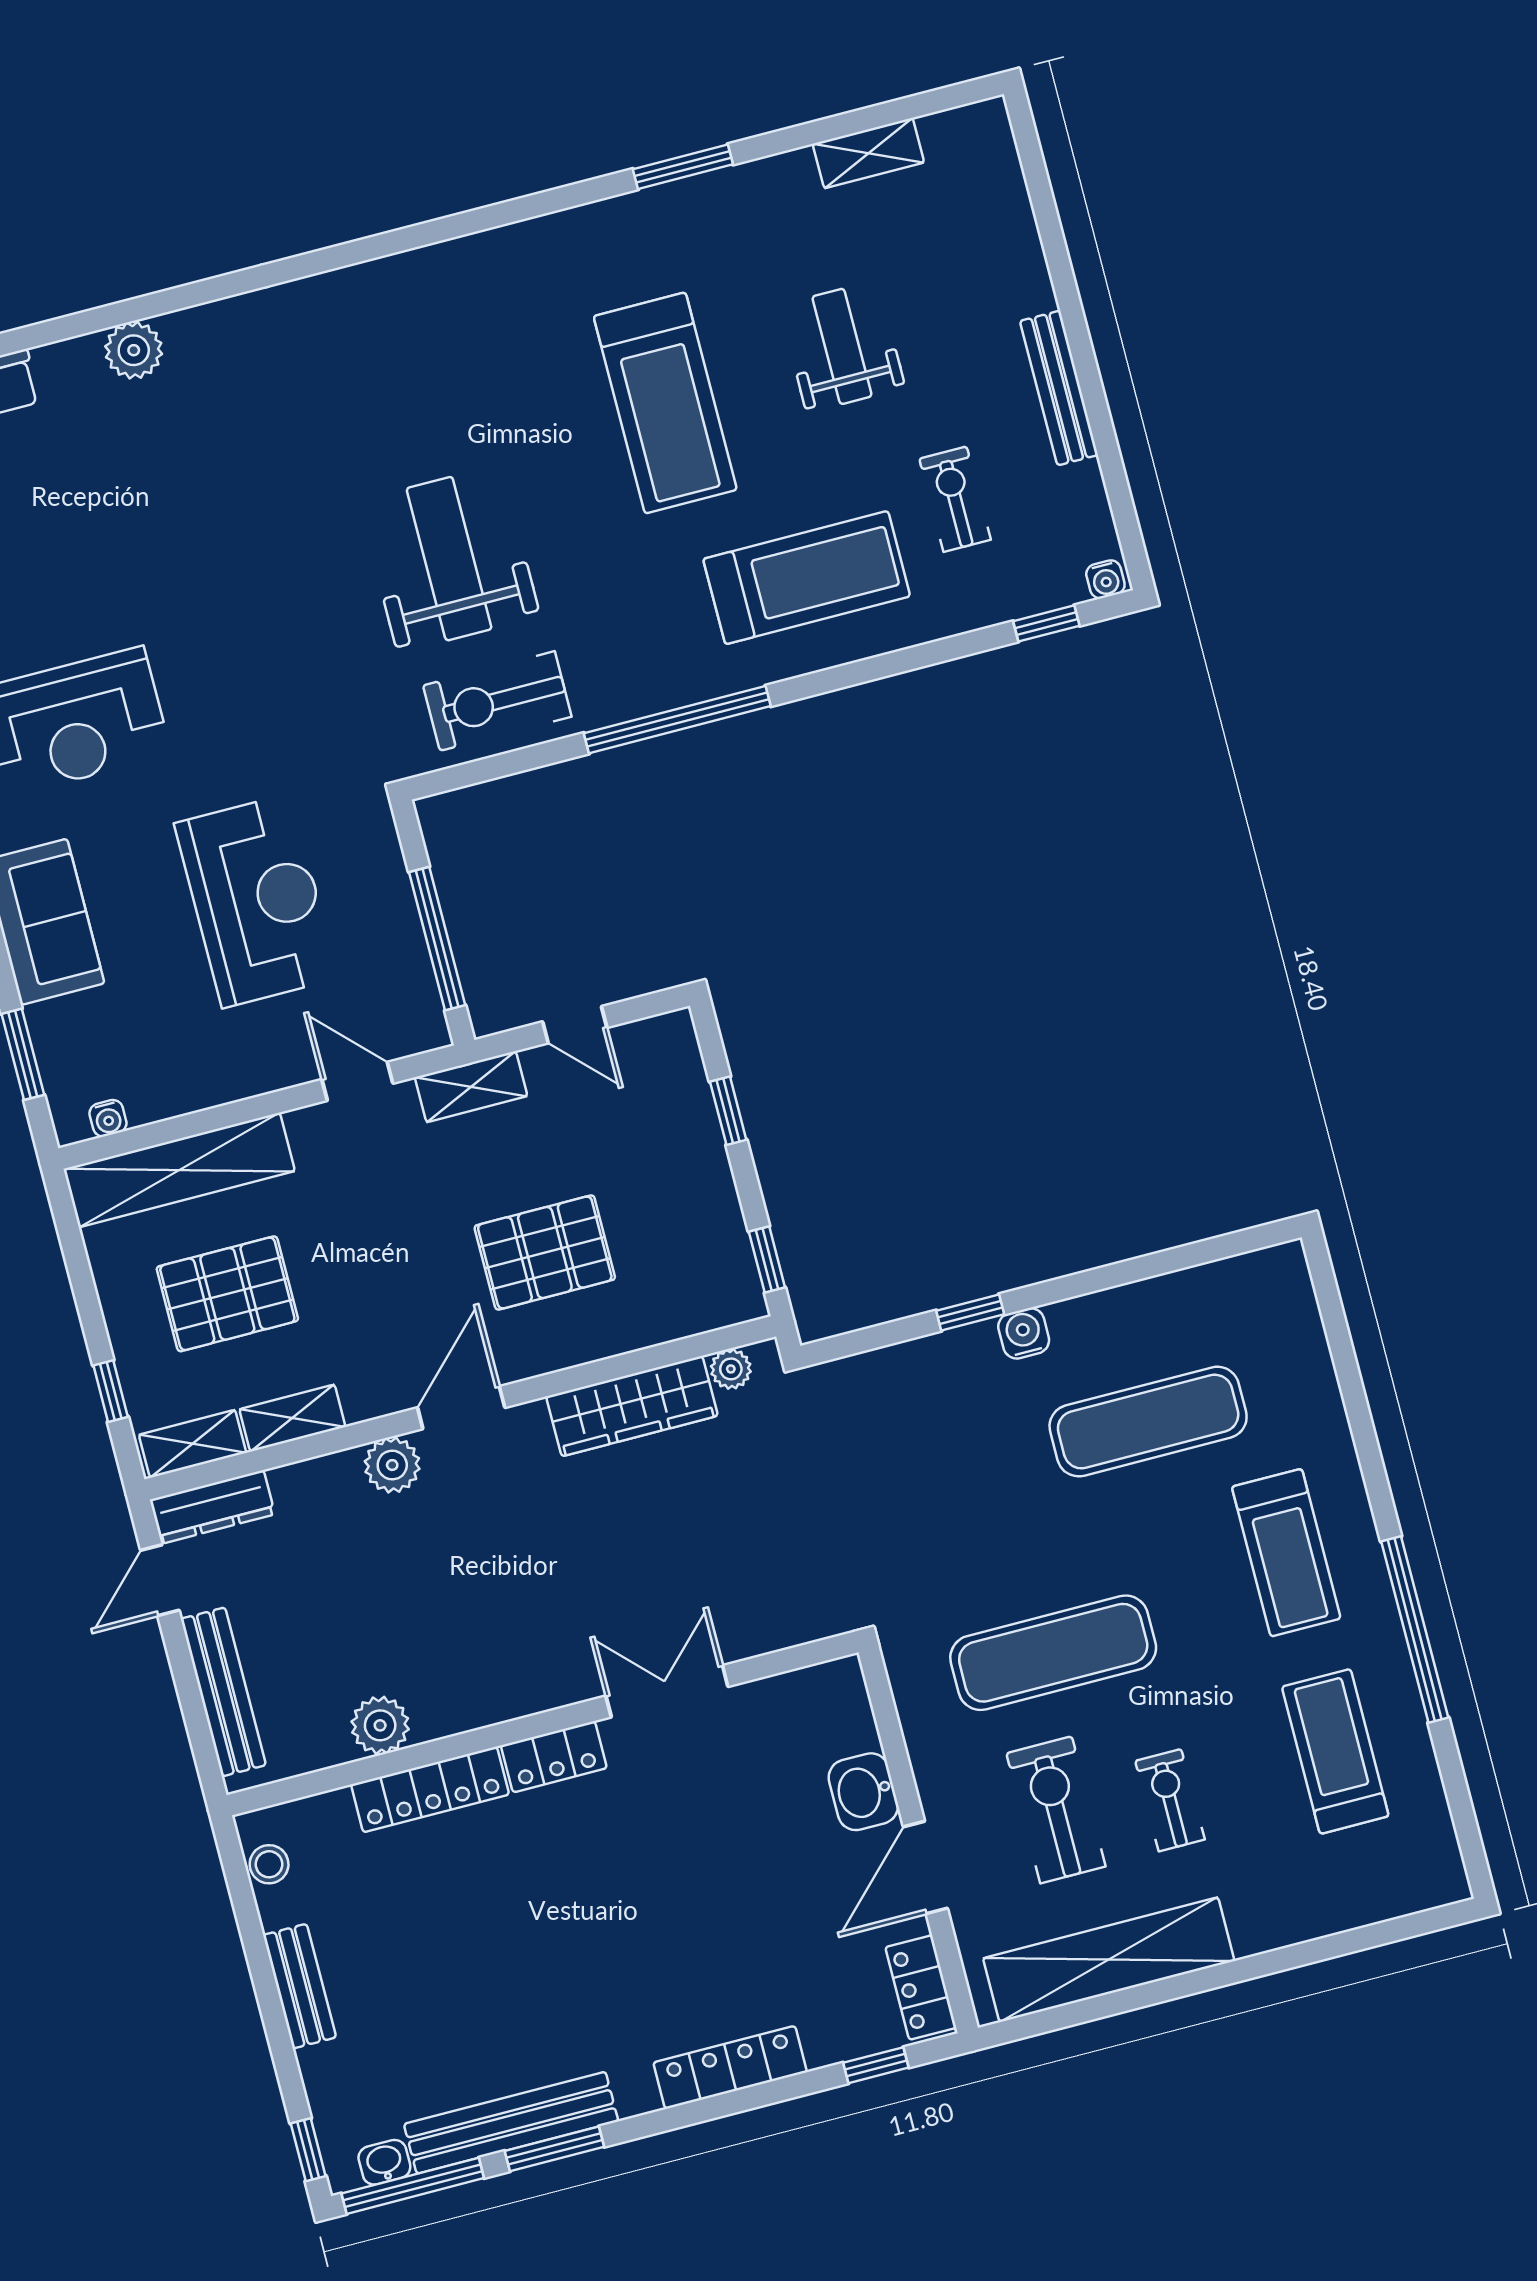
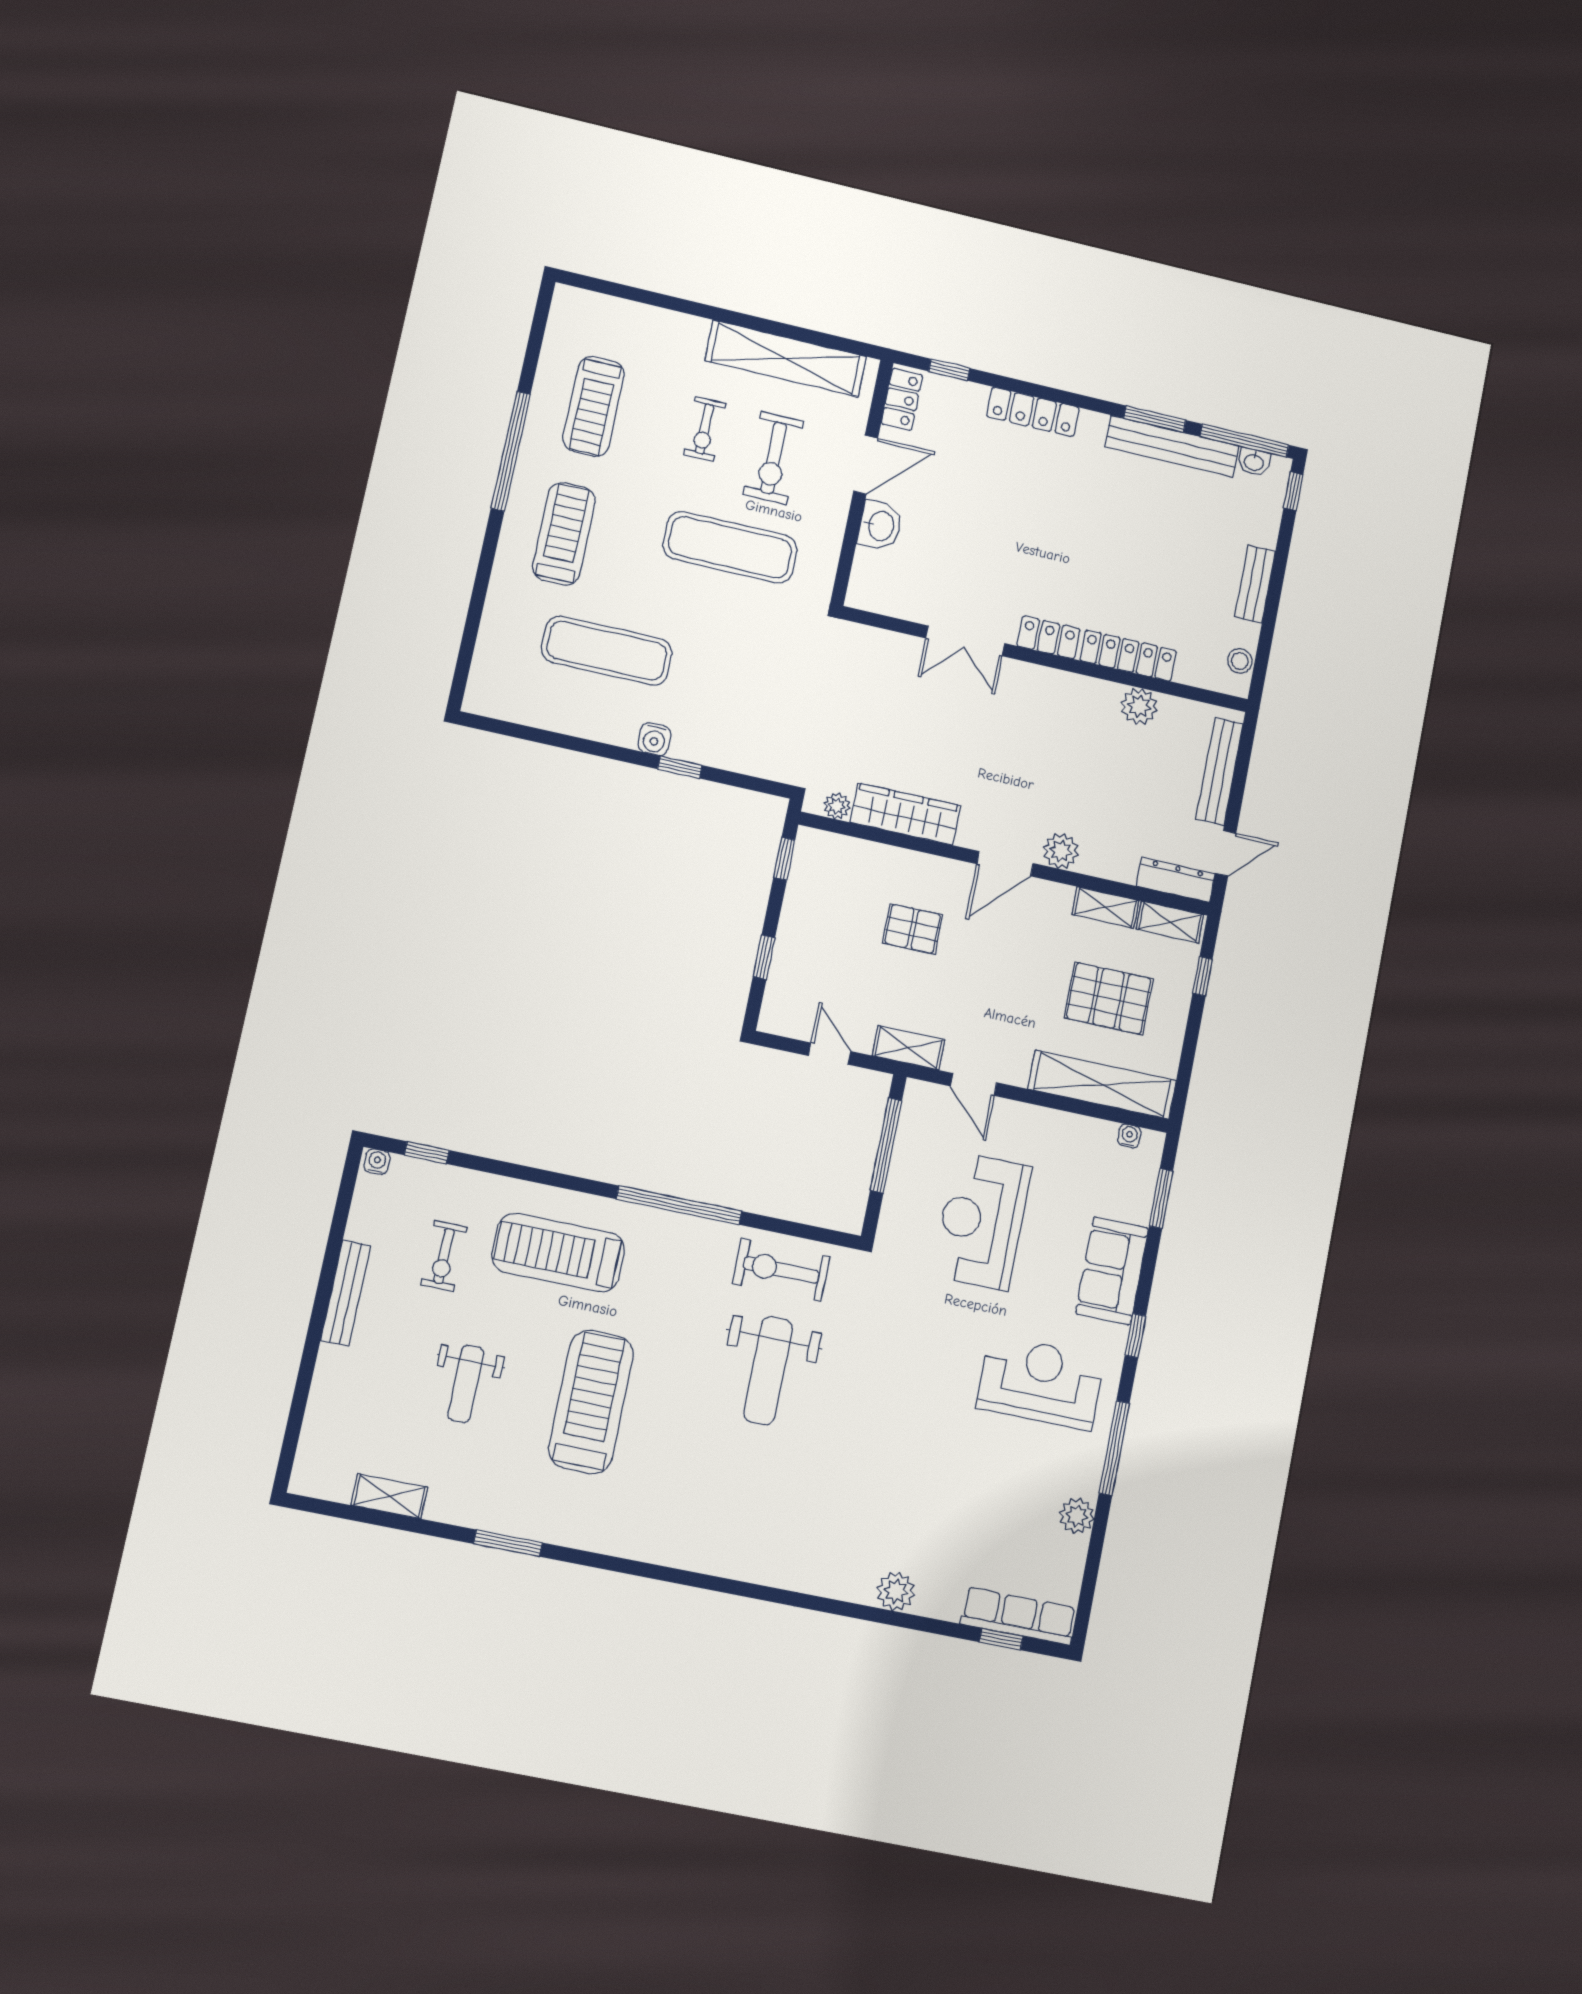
exercise bike: (497, 701) -> (781, 1270), turned 180
pallet: (545, 1253) -> (913, 929), width x0.67, depth x0.71

